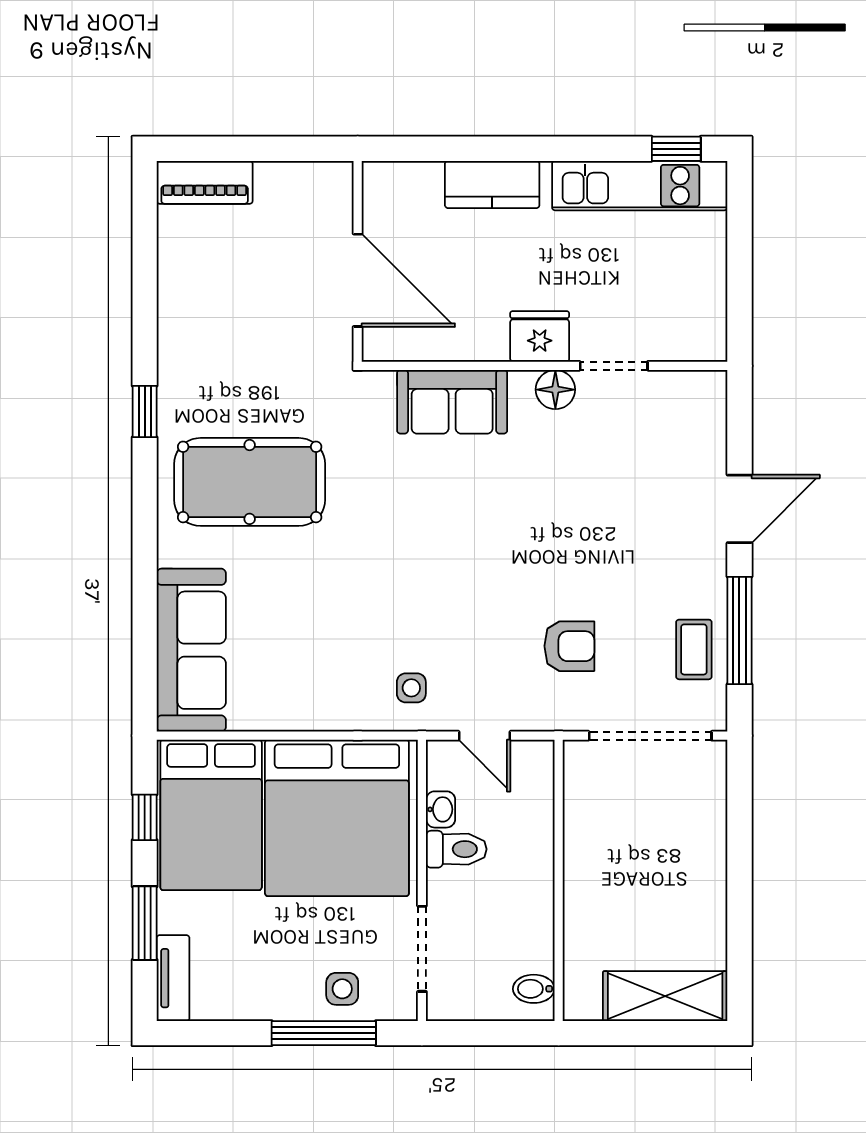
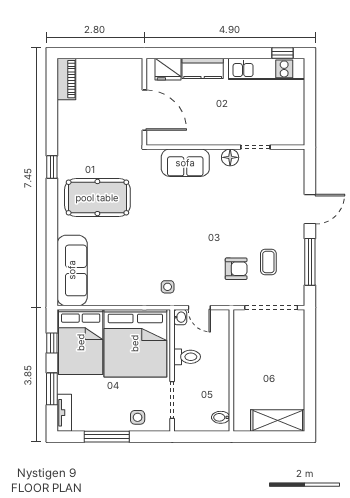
piano: (205, 182) -> (66, 79), moved, turned -90
fridge: (540, 336) -> (168, 69), moved, turned 180
coffee table: (694, 649) -> (268, 262), moved
washbasin: (441, 809) -> (180, 317), moved
window: (324, 1033) -> (107, 437), moved

